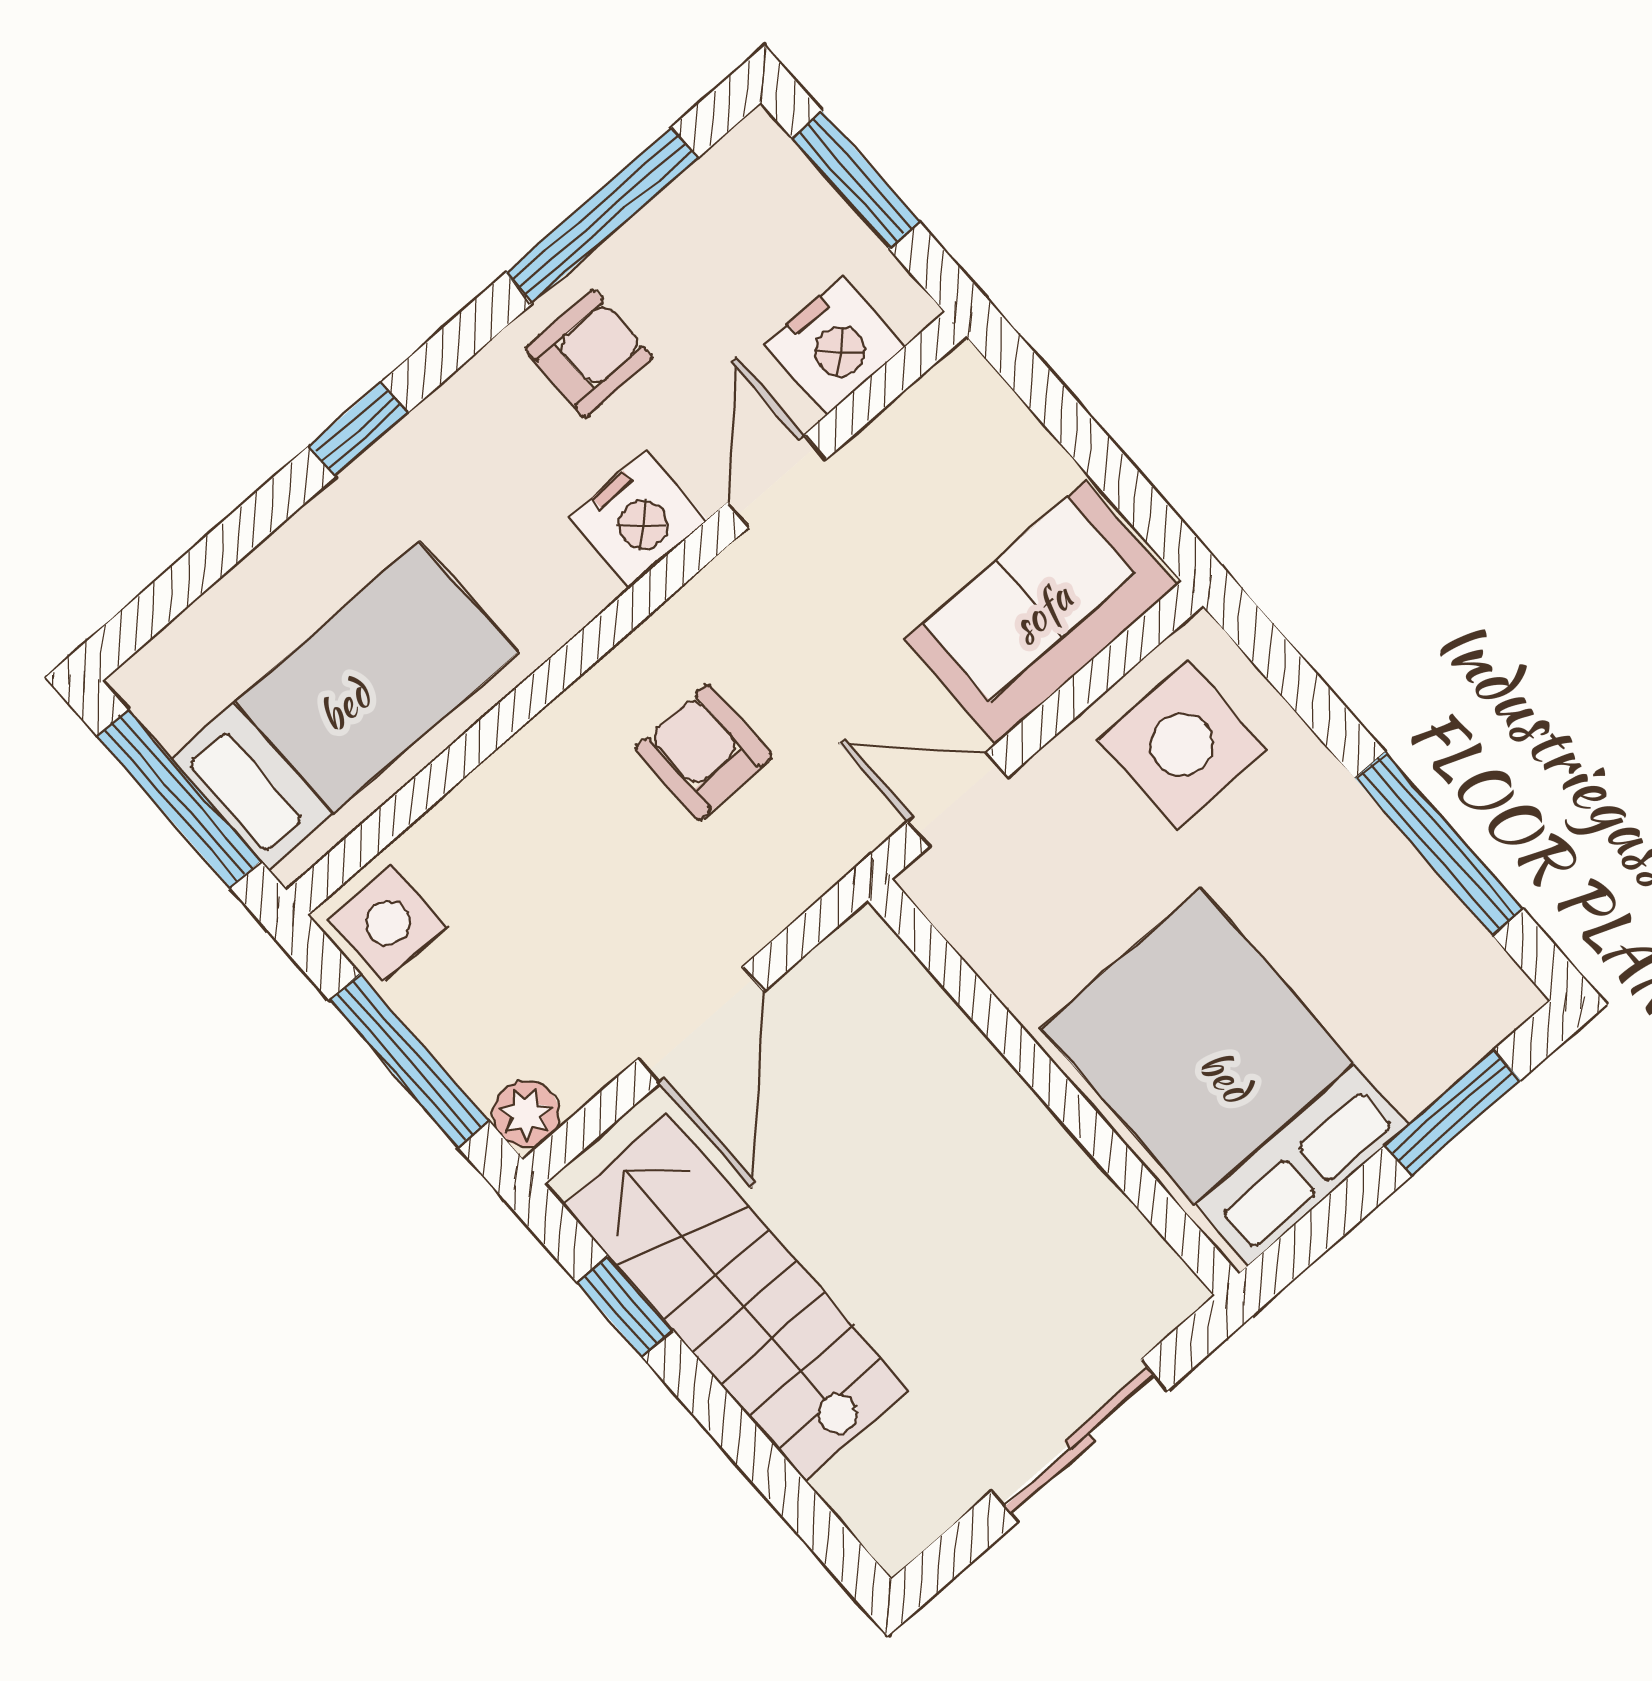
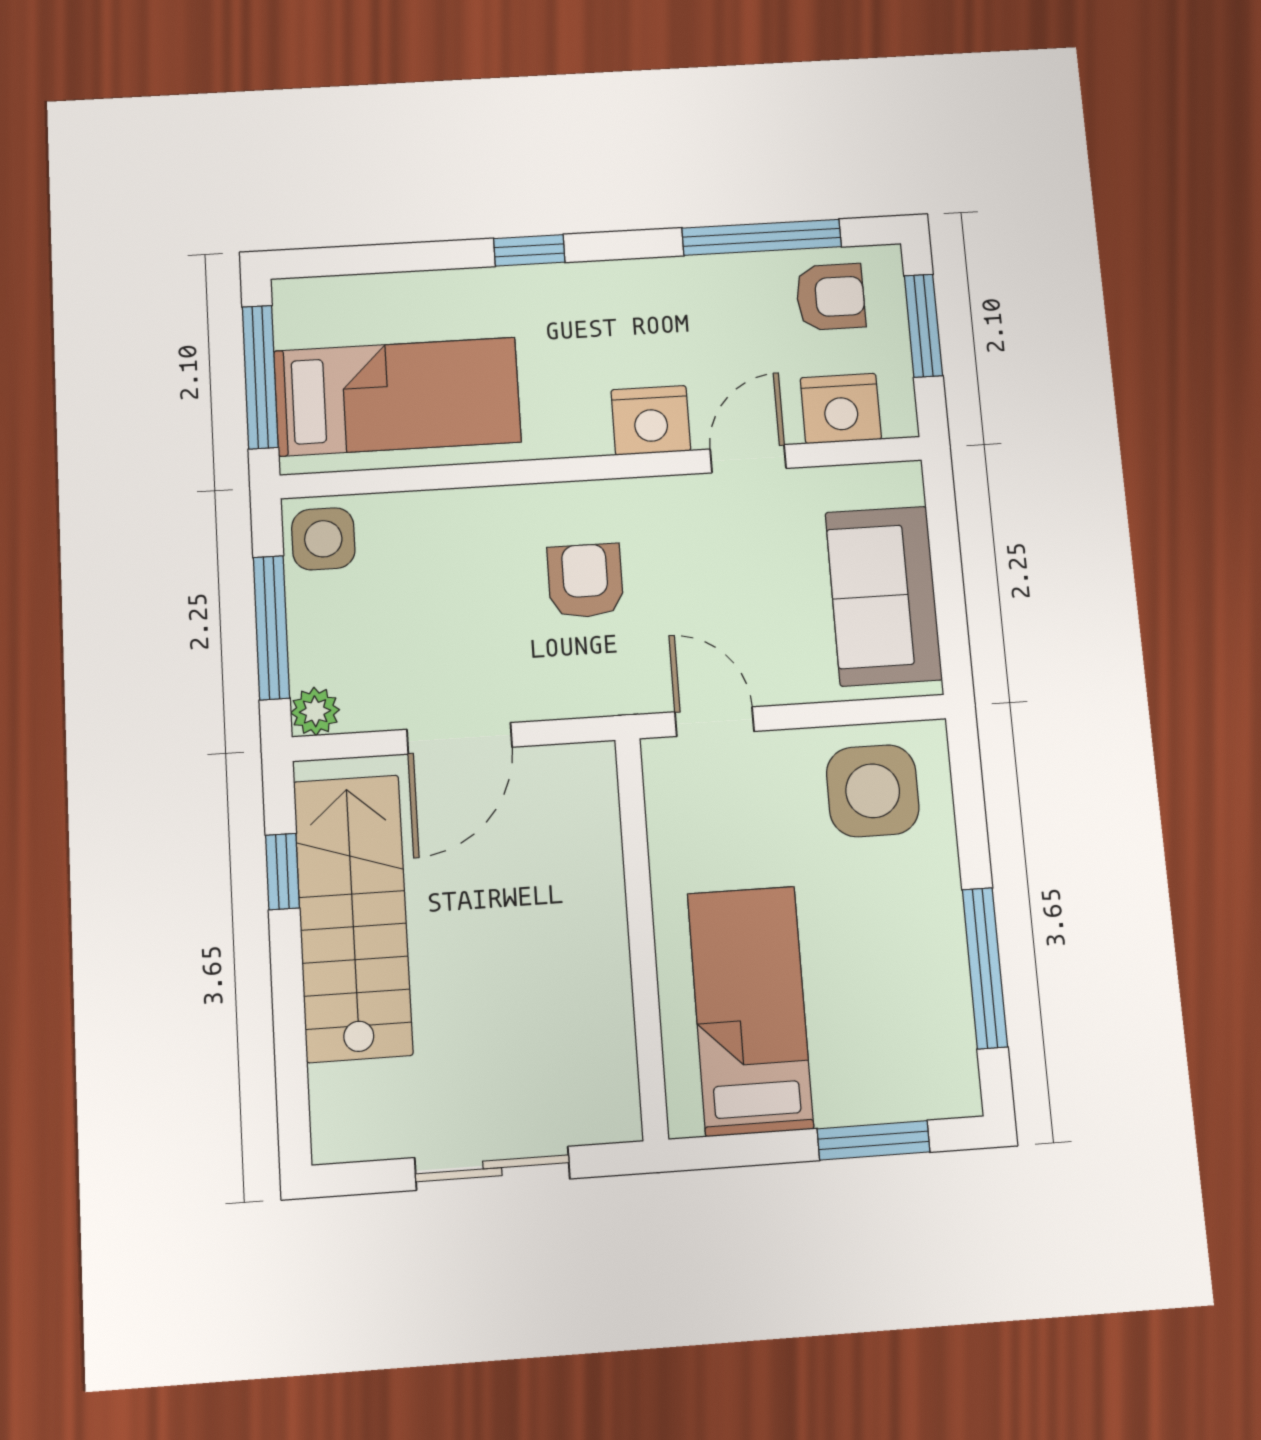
armchair: (589, 353) -> (830, 297), moved
sofa: (1041, 612) -> (884, 596), moved, turned -90
bed: (1225, 1076) -> (750, 1010), width x0.67

